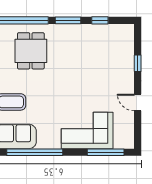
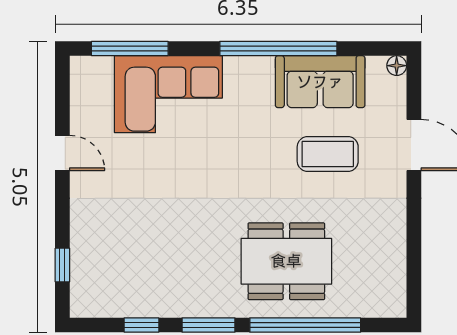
dining table: (31, 51) -> (286, 261), width x1.38
window: (138, 63) -> (62, 265), moved

